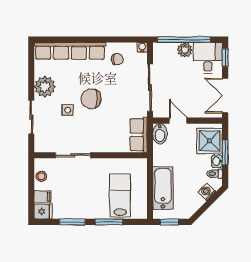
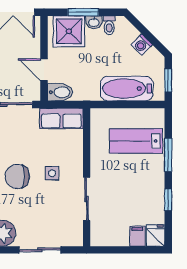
chair: (91, 99) -> (17, 177), turned 88
side table: (68, 110) -> (52, 173), moved
door: (178, 121) -> (44, 70), hinge flipped
stool: (41, 176) -> (112, 238), removed
washing machine: (207, 192) -> (142, 45), moved
window: (72, 222) -> (168, 200), width x0.67

